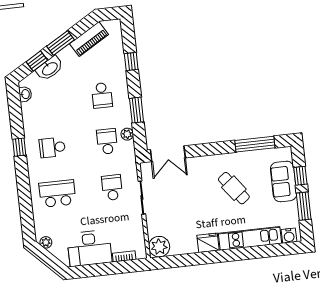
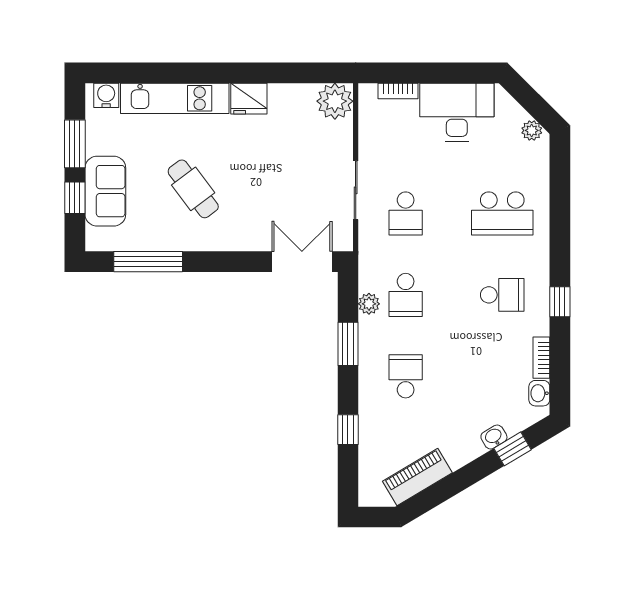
window: (60, 43) -> (468, 476), removed
washbasin: (50, 68) -> (494, 437), width x0.52, depth x0.69
bookcase: (26, 114) -> (541, 358), added

